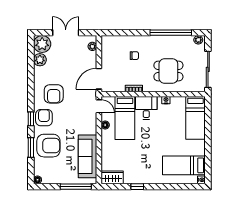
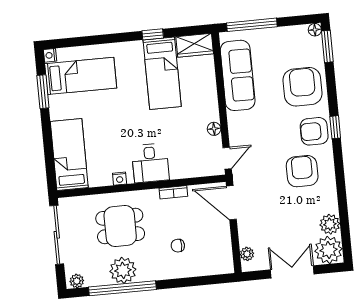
double door: (66, 33) -> (292, 272), swing flipped
plant: (169, 44) -> (123, 270), added
door: (99, 79) -> (231, 203), swing flipped
door: (99, 106) -> (227, 158), swing flipped
armchair: (44, 118) -> (314, 131), turned 90
bed: (125, 118) -> (162, 73), moved, turned 180
armchair: (48, 146) -> (303, 87), turned 90
window: (31, 148) -> (327, 46), moved
window: (208, 158) -> (43, 92), added

